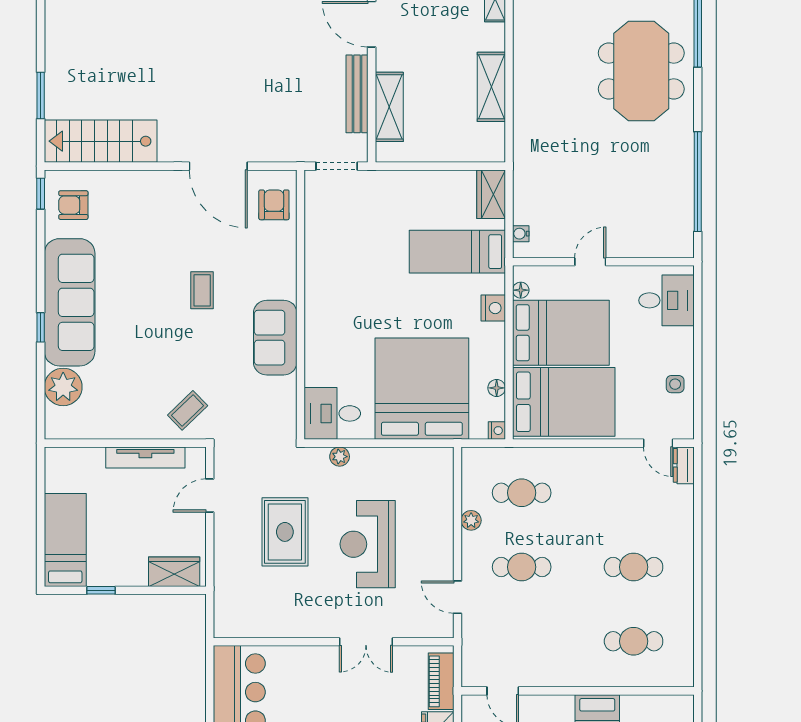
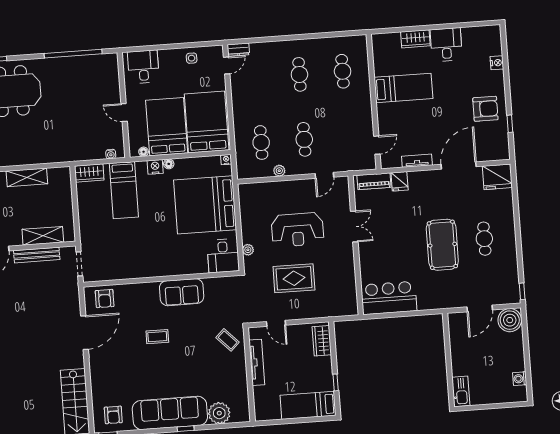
armchair: (274, 205) -> (105, 299), turned -90
floor lamp: (497, 388) -> (169, 164), moved

